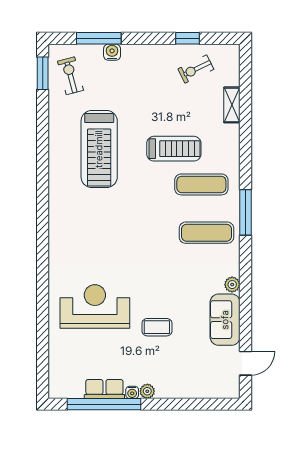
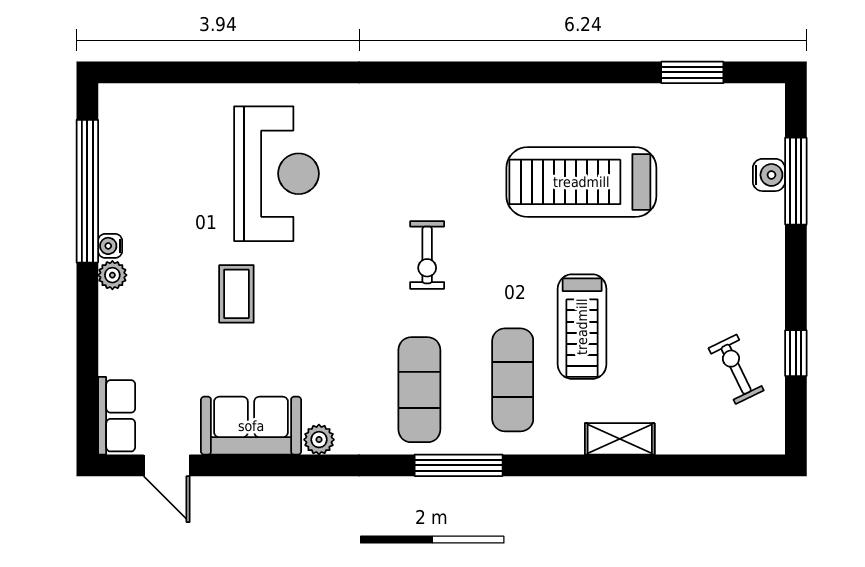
water cooler: (112, 52) -> (769, 175), moved
window: (43, 73) -> (692, 72), moved
exercise bike: (70, 76) -> (427, 255), moved, turned 105
shelving: (232, 105) -> (620, 439), moved
row of seats: (104, 389) -> (117, 416), moved

